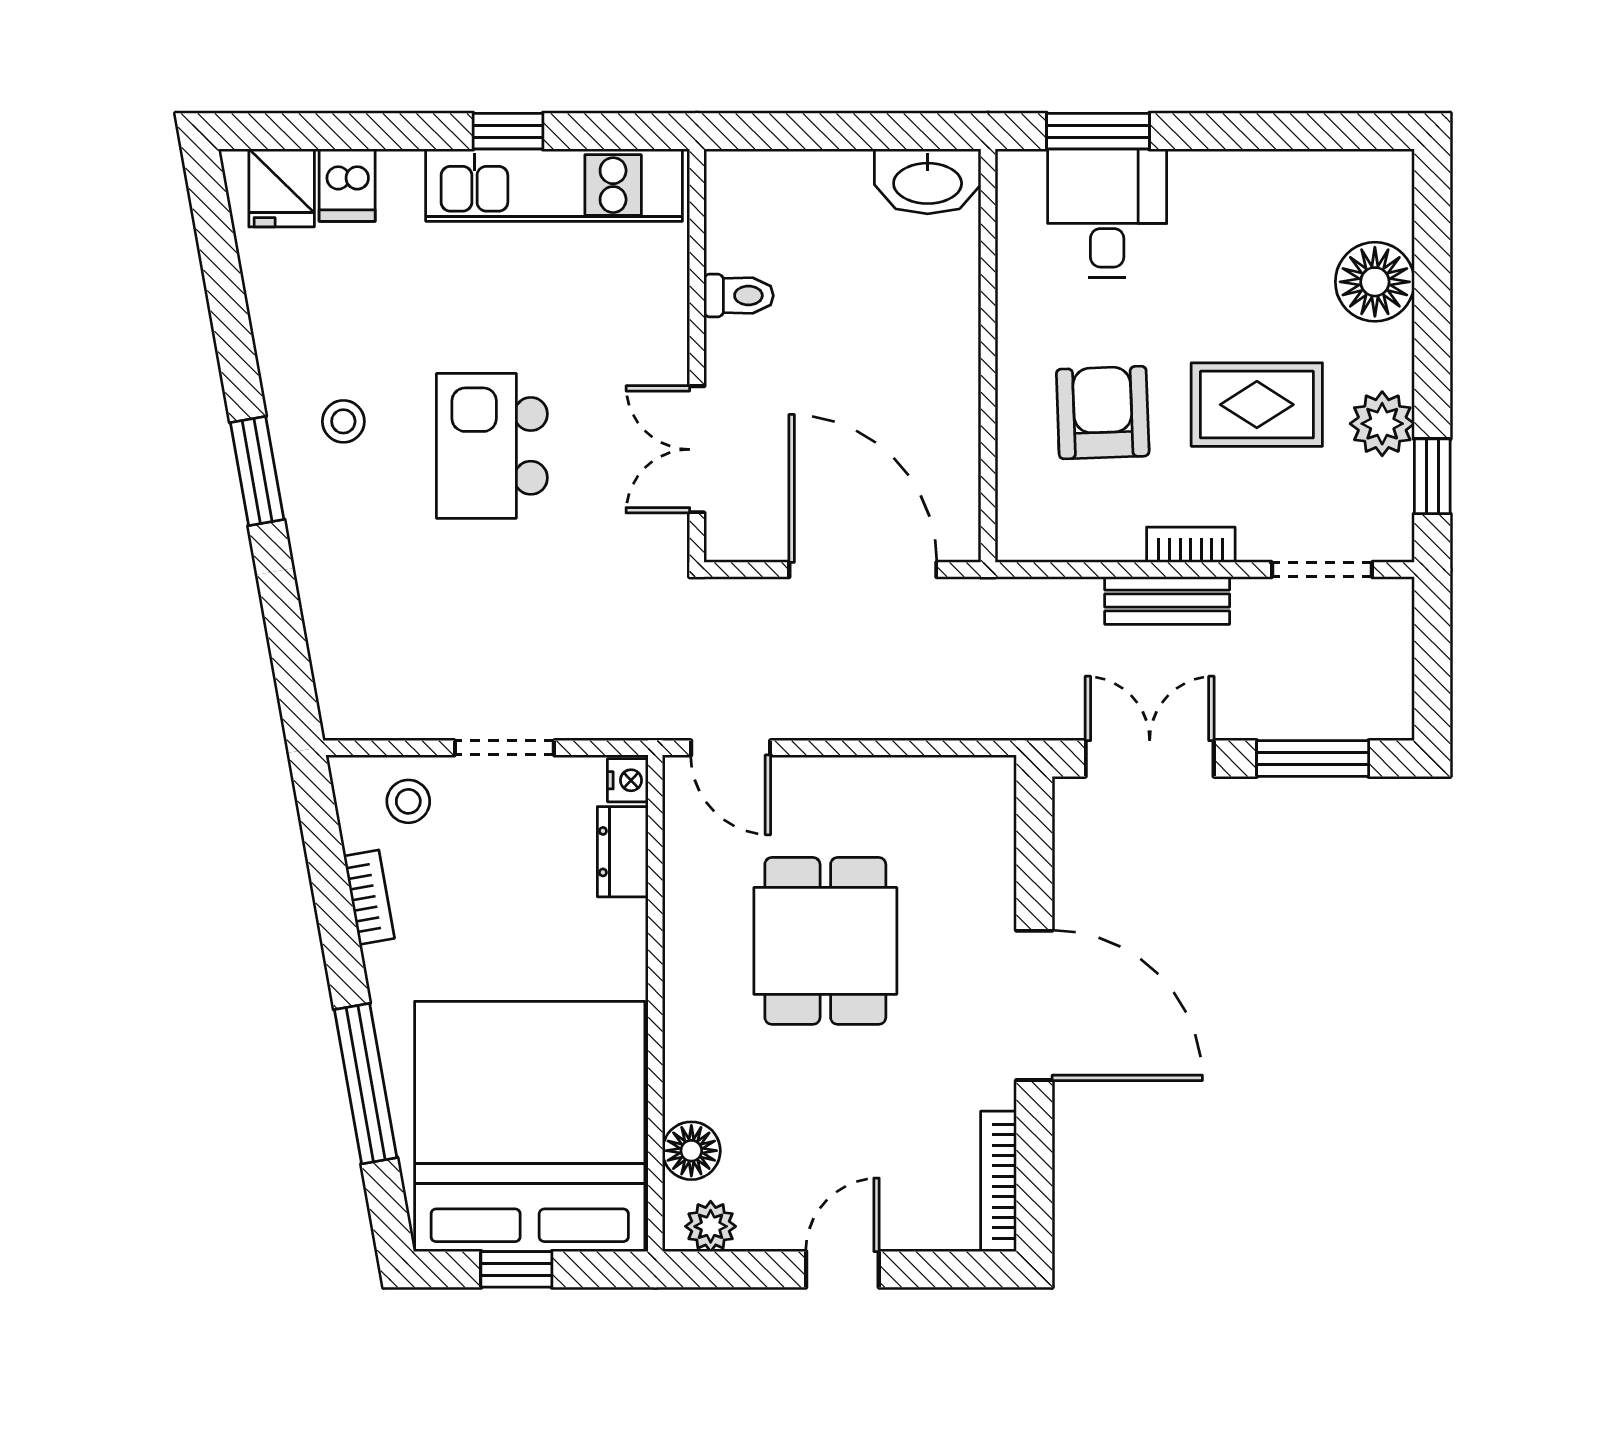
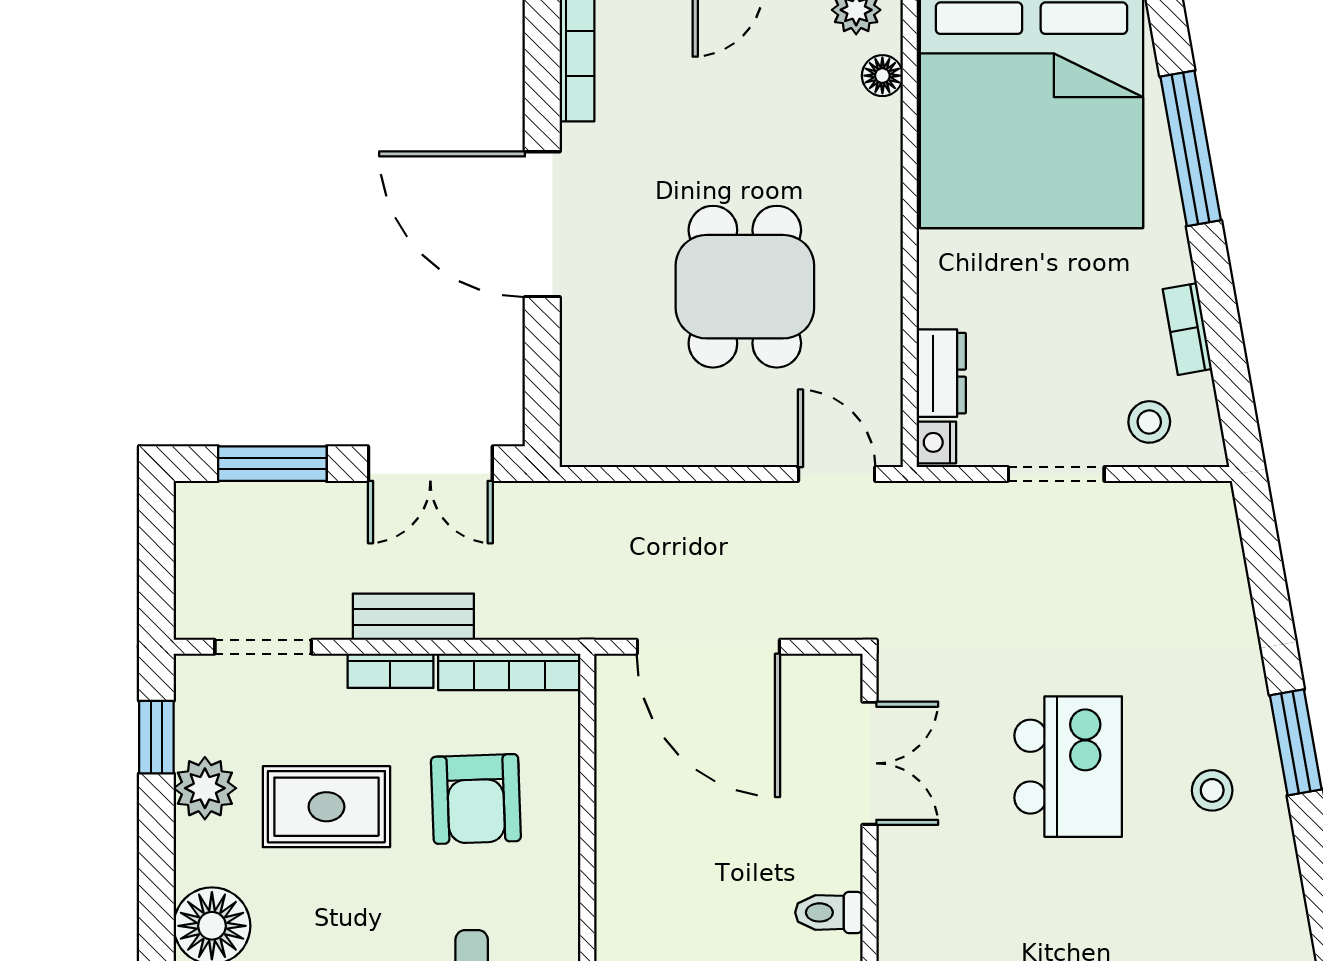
bookcase: (1068, 544) -> (509, 672), added
floor lamp: (691, 1151) -> (882, 76), width x0.73, depth x0.73

